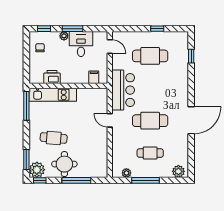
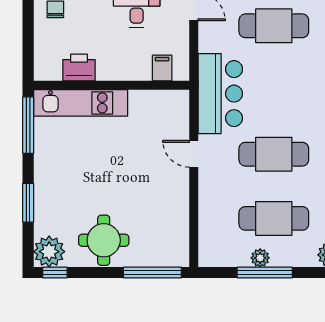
cafe table: (54, 138) -> (82, 189), removed
cafe table: (150, 153) -> (274, 218), width x1.37, depth x1.35
window: (26, 160) -> (28, 203), moved
plant: (126, 173) -> (260, 258), moved
window: (76, 180) -> (152, 273), moved

